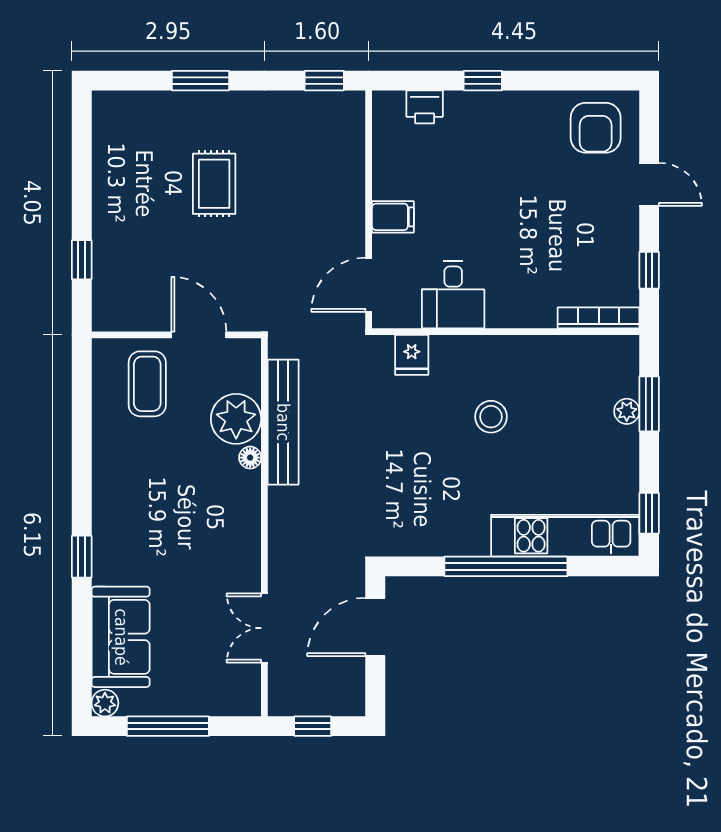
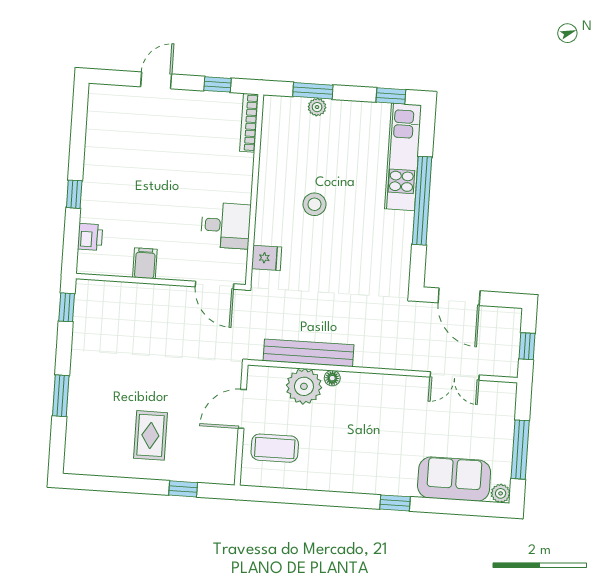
armchair: (596, 128) -> (113, 116), removed
rug: (214, 184) -> (150, 435), moved, turned 90
filing cabinet: (393, 217) -> (145, 263), moved

